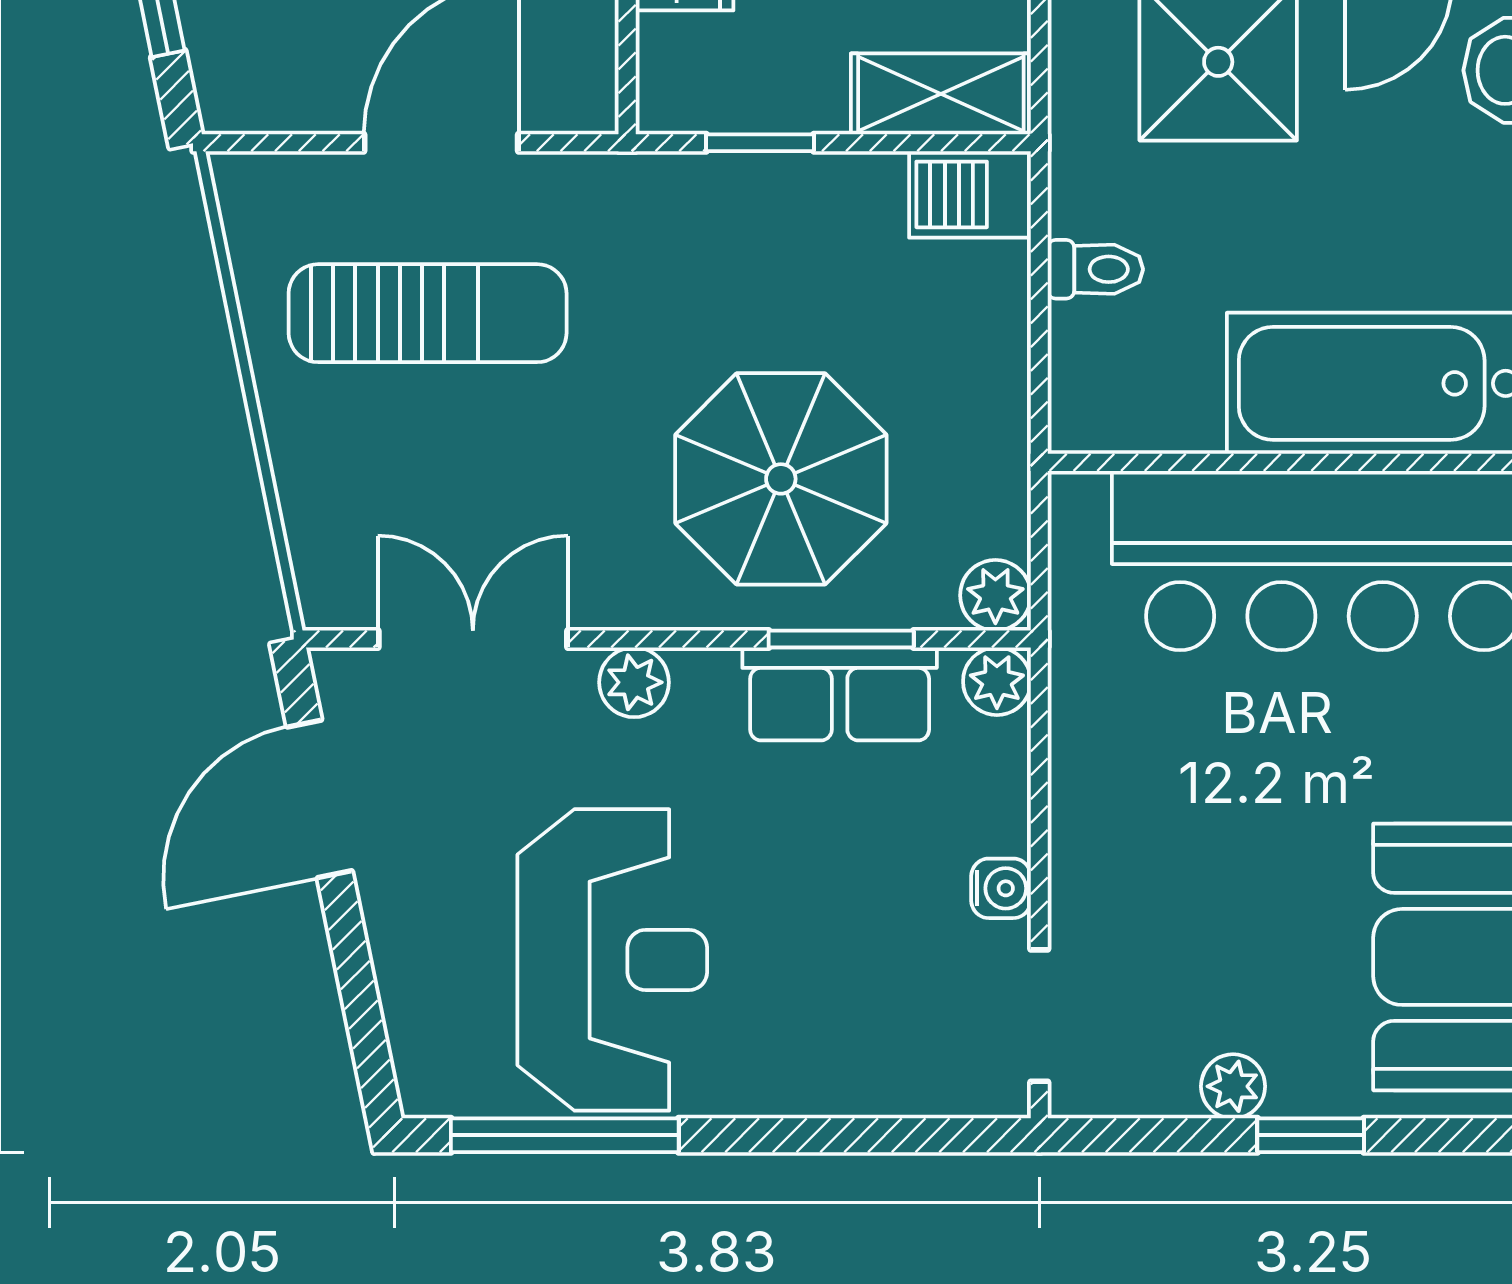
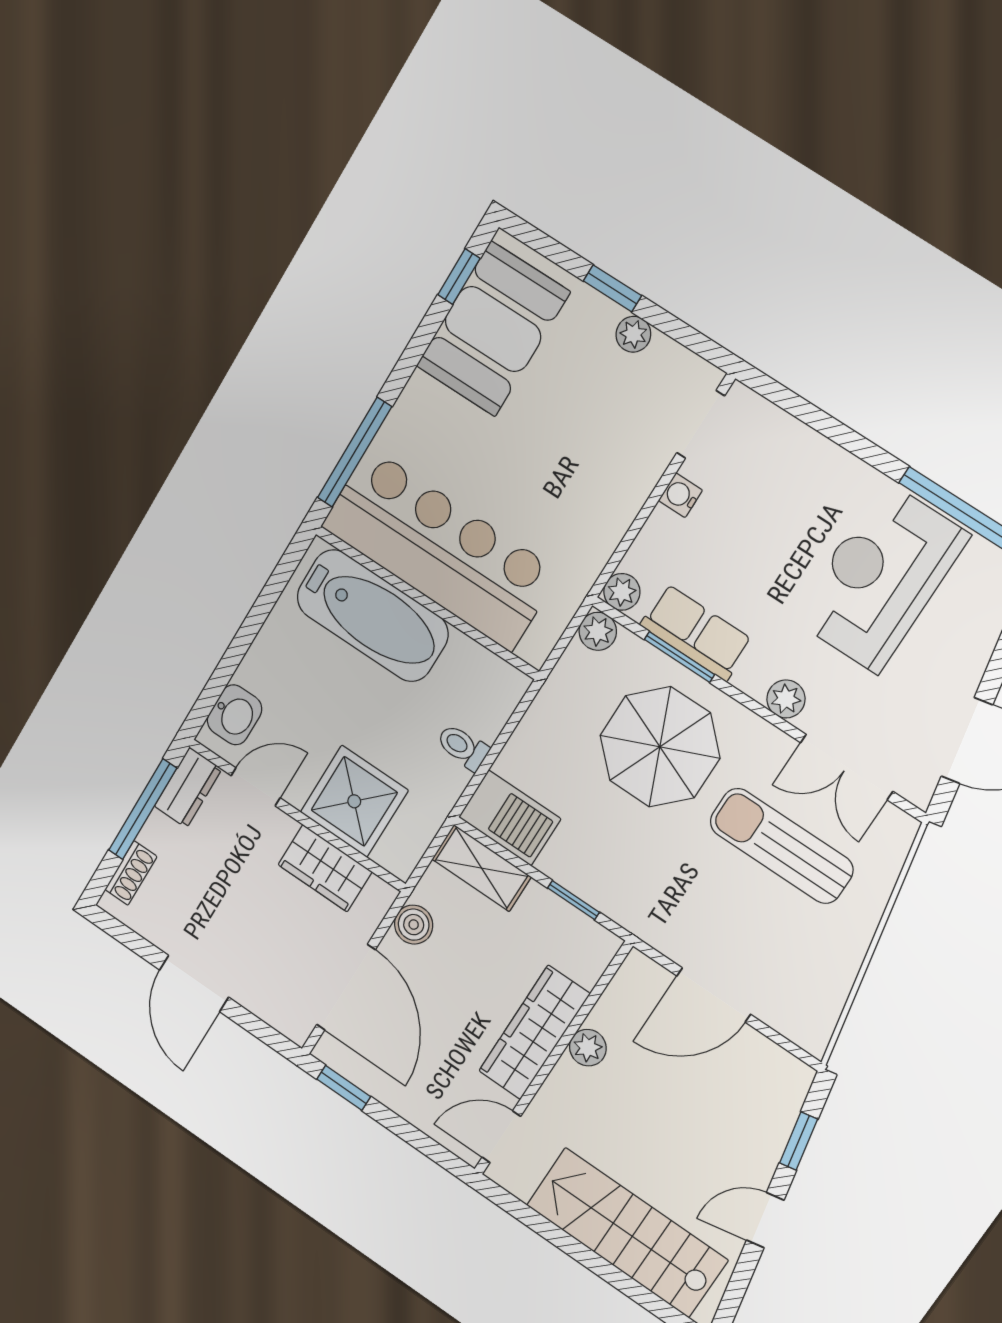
barbecue: (970, 194) -> (510, 818), width x1.38, depth x1.27
sun lounger: (428, 313) -> (781, 846), moved

